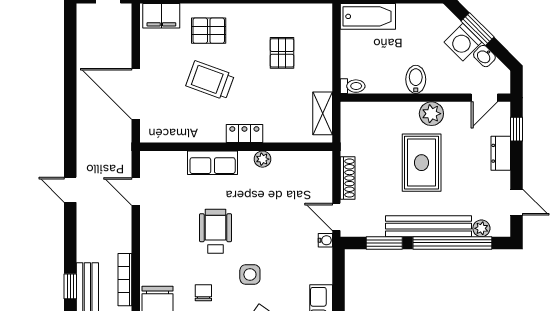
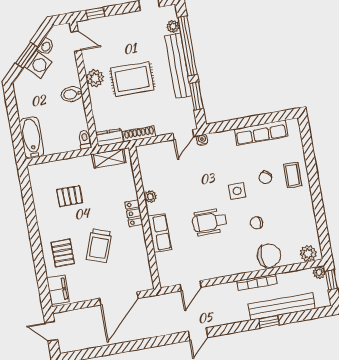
dresser: (501, 153) -> (109, 137), moved, turned 180
shoe rack: (348, 178) -> (139, 134), moved

